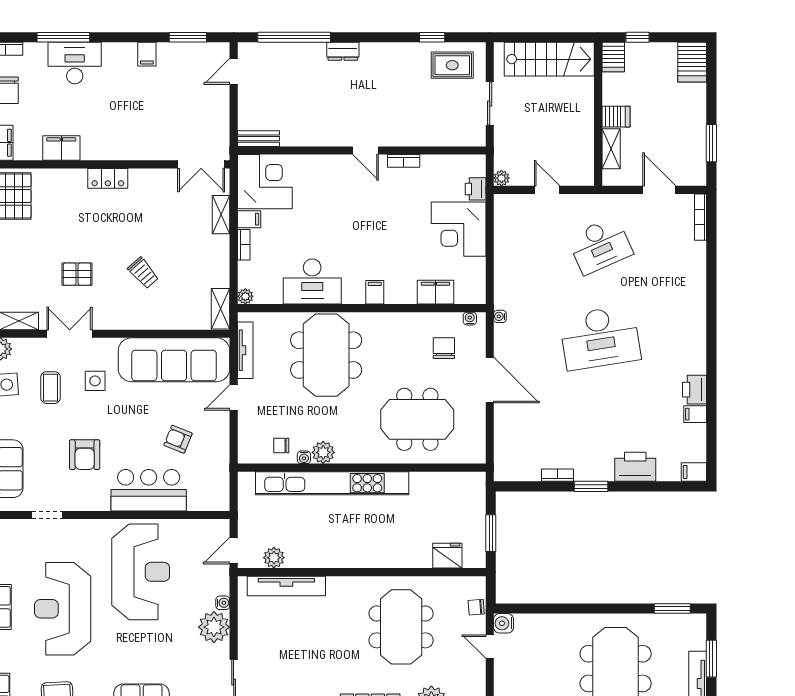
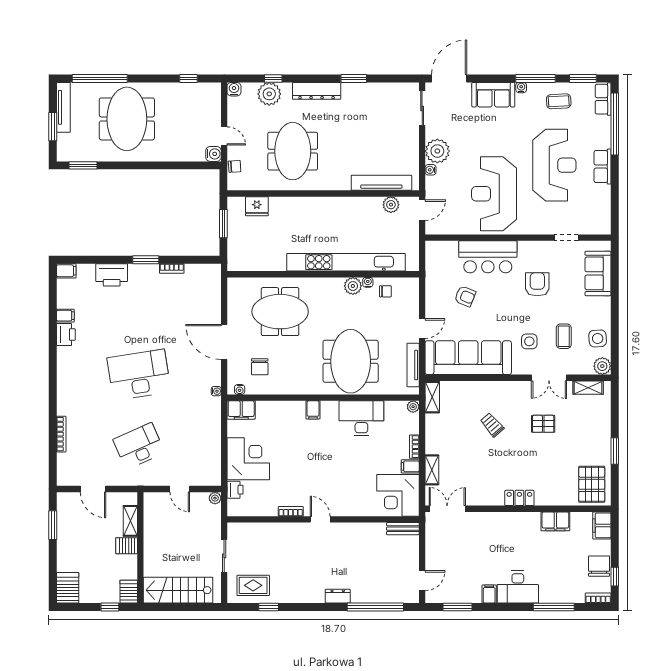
desk: (75, 63) -> (518, 587), moved
bookcase: (700, 217) -> (61, 434), moved
filing cabinet: (435, 292) -> (241, 410), moved

